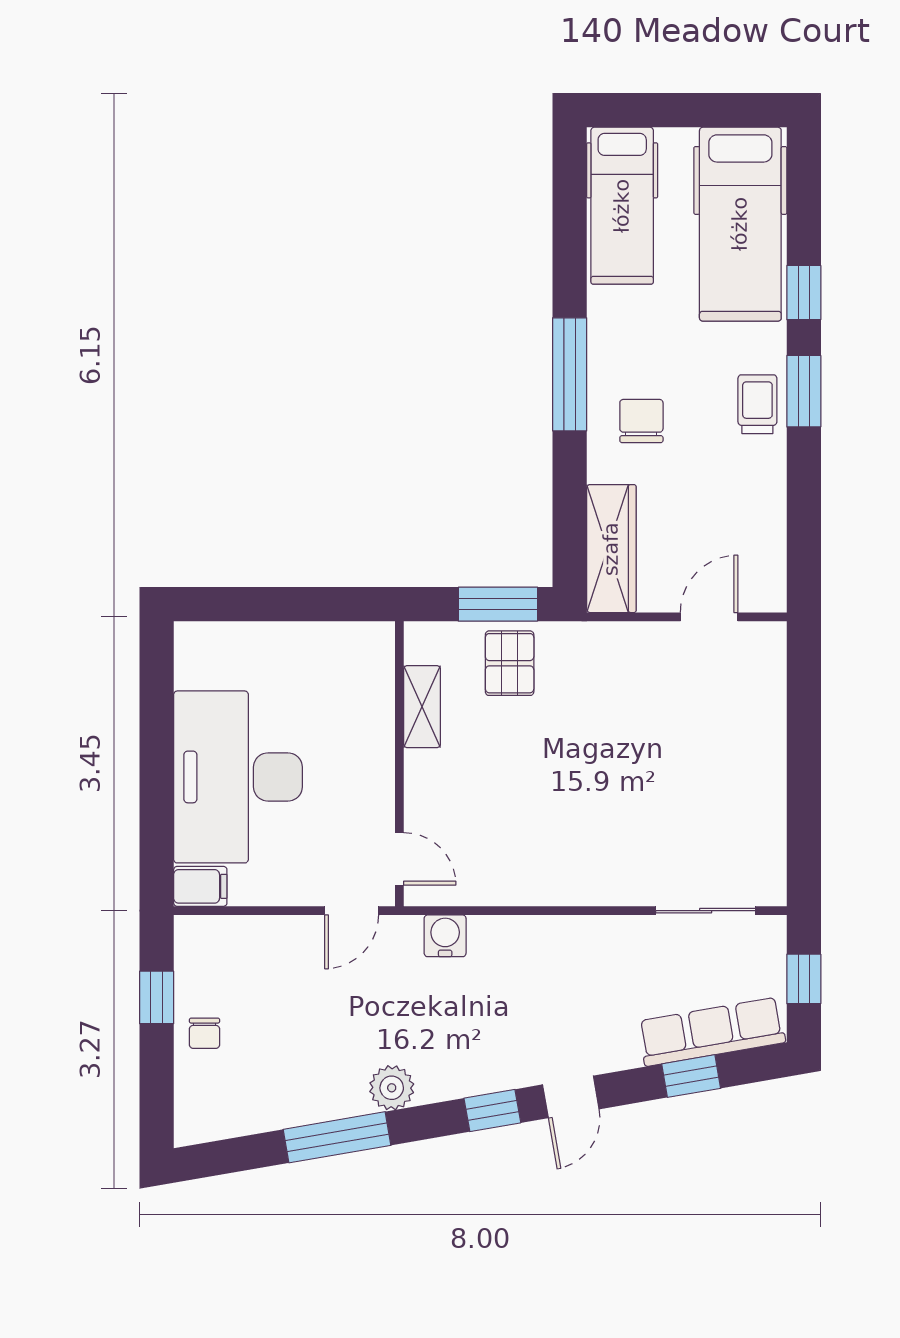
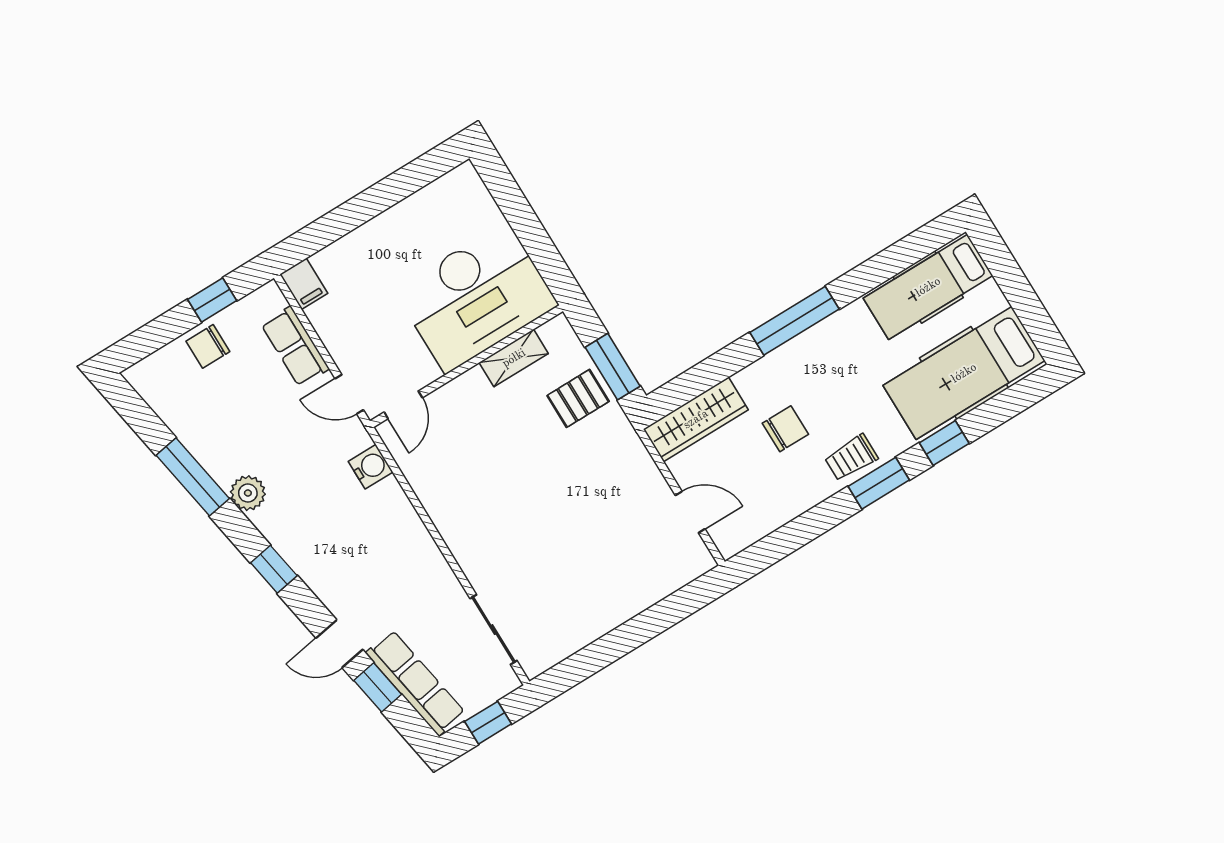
trolley: (757, 404) -> (851, 458), turned 180
chair: (641, 421) -> (785, 429), moved
desk: (238, 777) -> (476, 297), moved, turned 180
row of seats: (263, 938) -> (295, 346), added
chair: (205, 1033) -> (208, 346), width x1.37, depth x1.37
door: (571, 1097) -> (339, 644), moved

